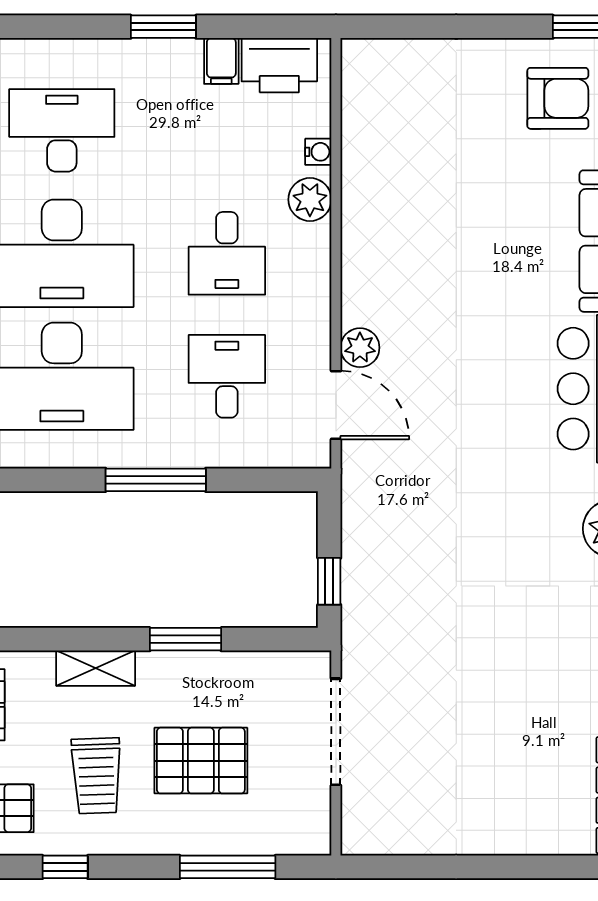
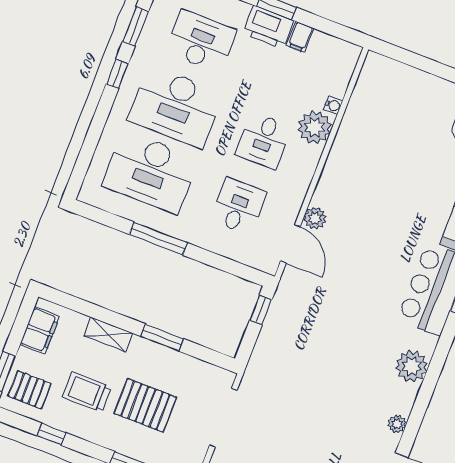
printer: (279, 65) -> (268, 27), moved
plant: (310, 200) -> (315, 127), width x1.36, depth x1.36
window: (156, 480) -> (158, 239), moved
window: (329, 581) -> (261, 310), moved
trolley: (96, 776) -> (87, 392), turned 92

